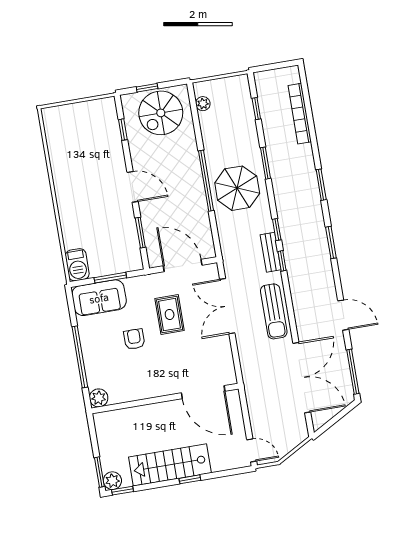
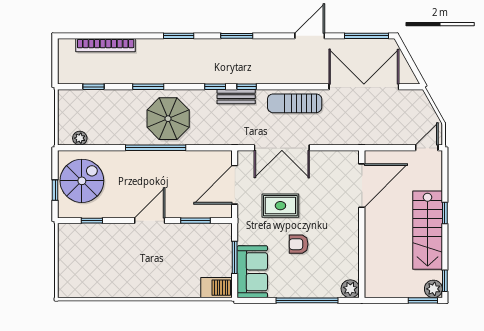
spiral stairs: (161, 113) -> (82, 181), turned -90
sun lounger: (274, 311) -> (295, 103), turned 180

